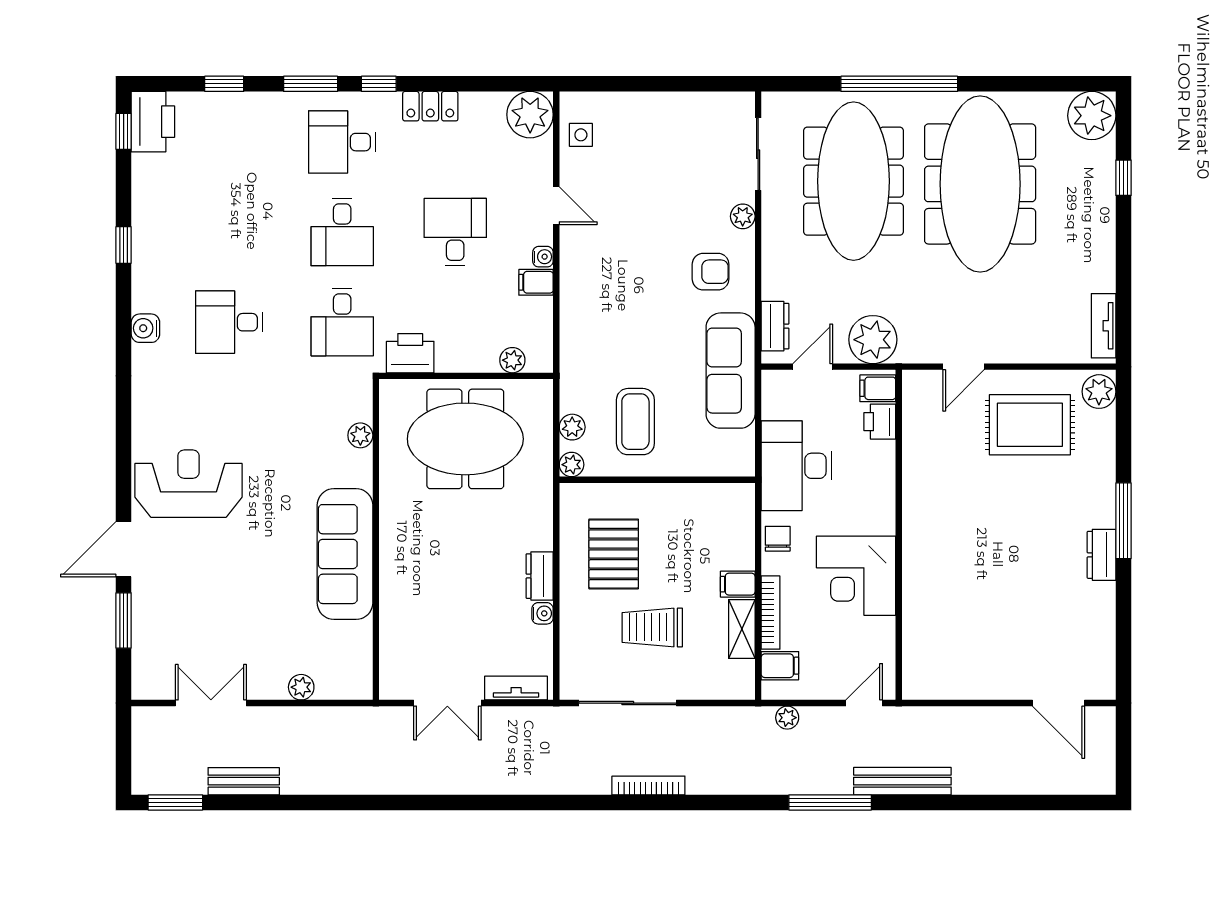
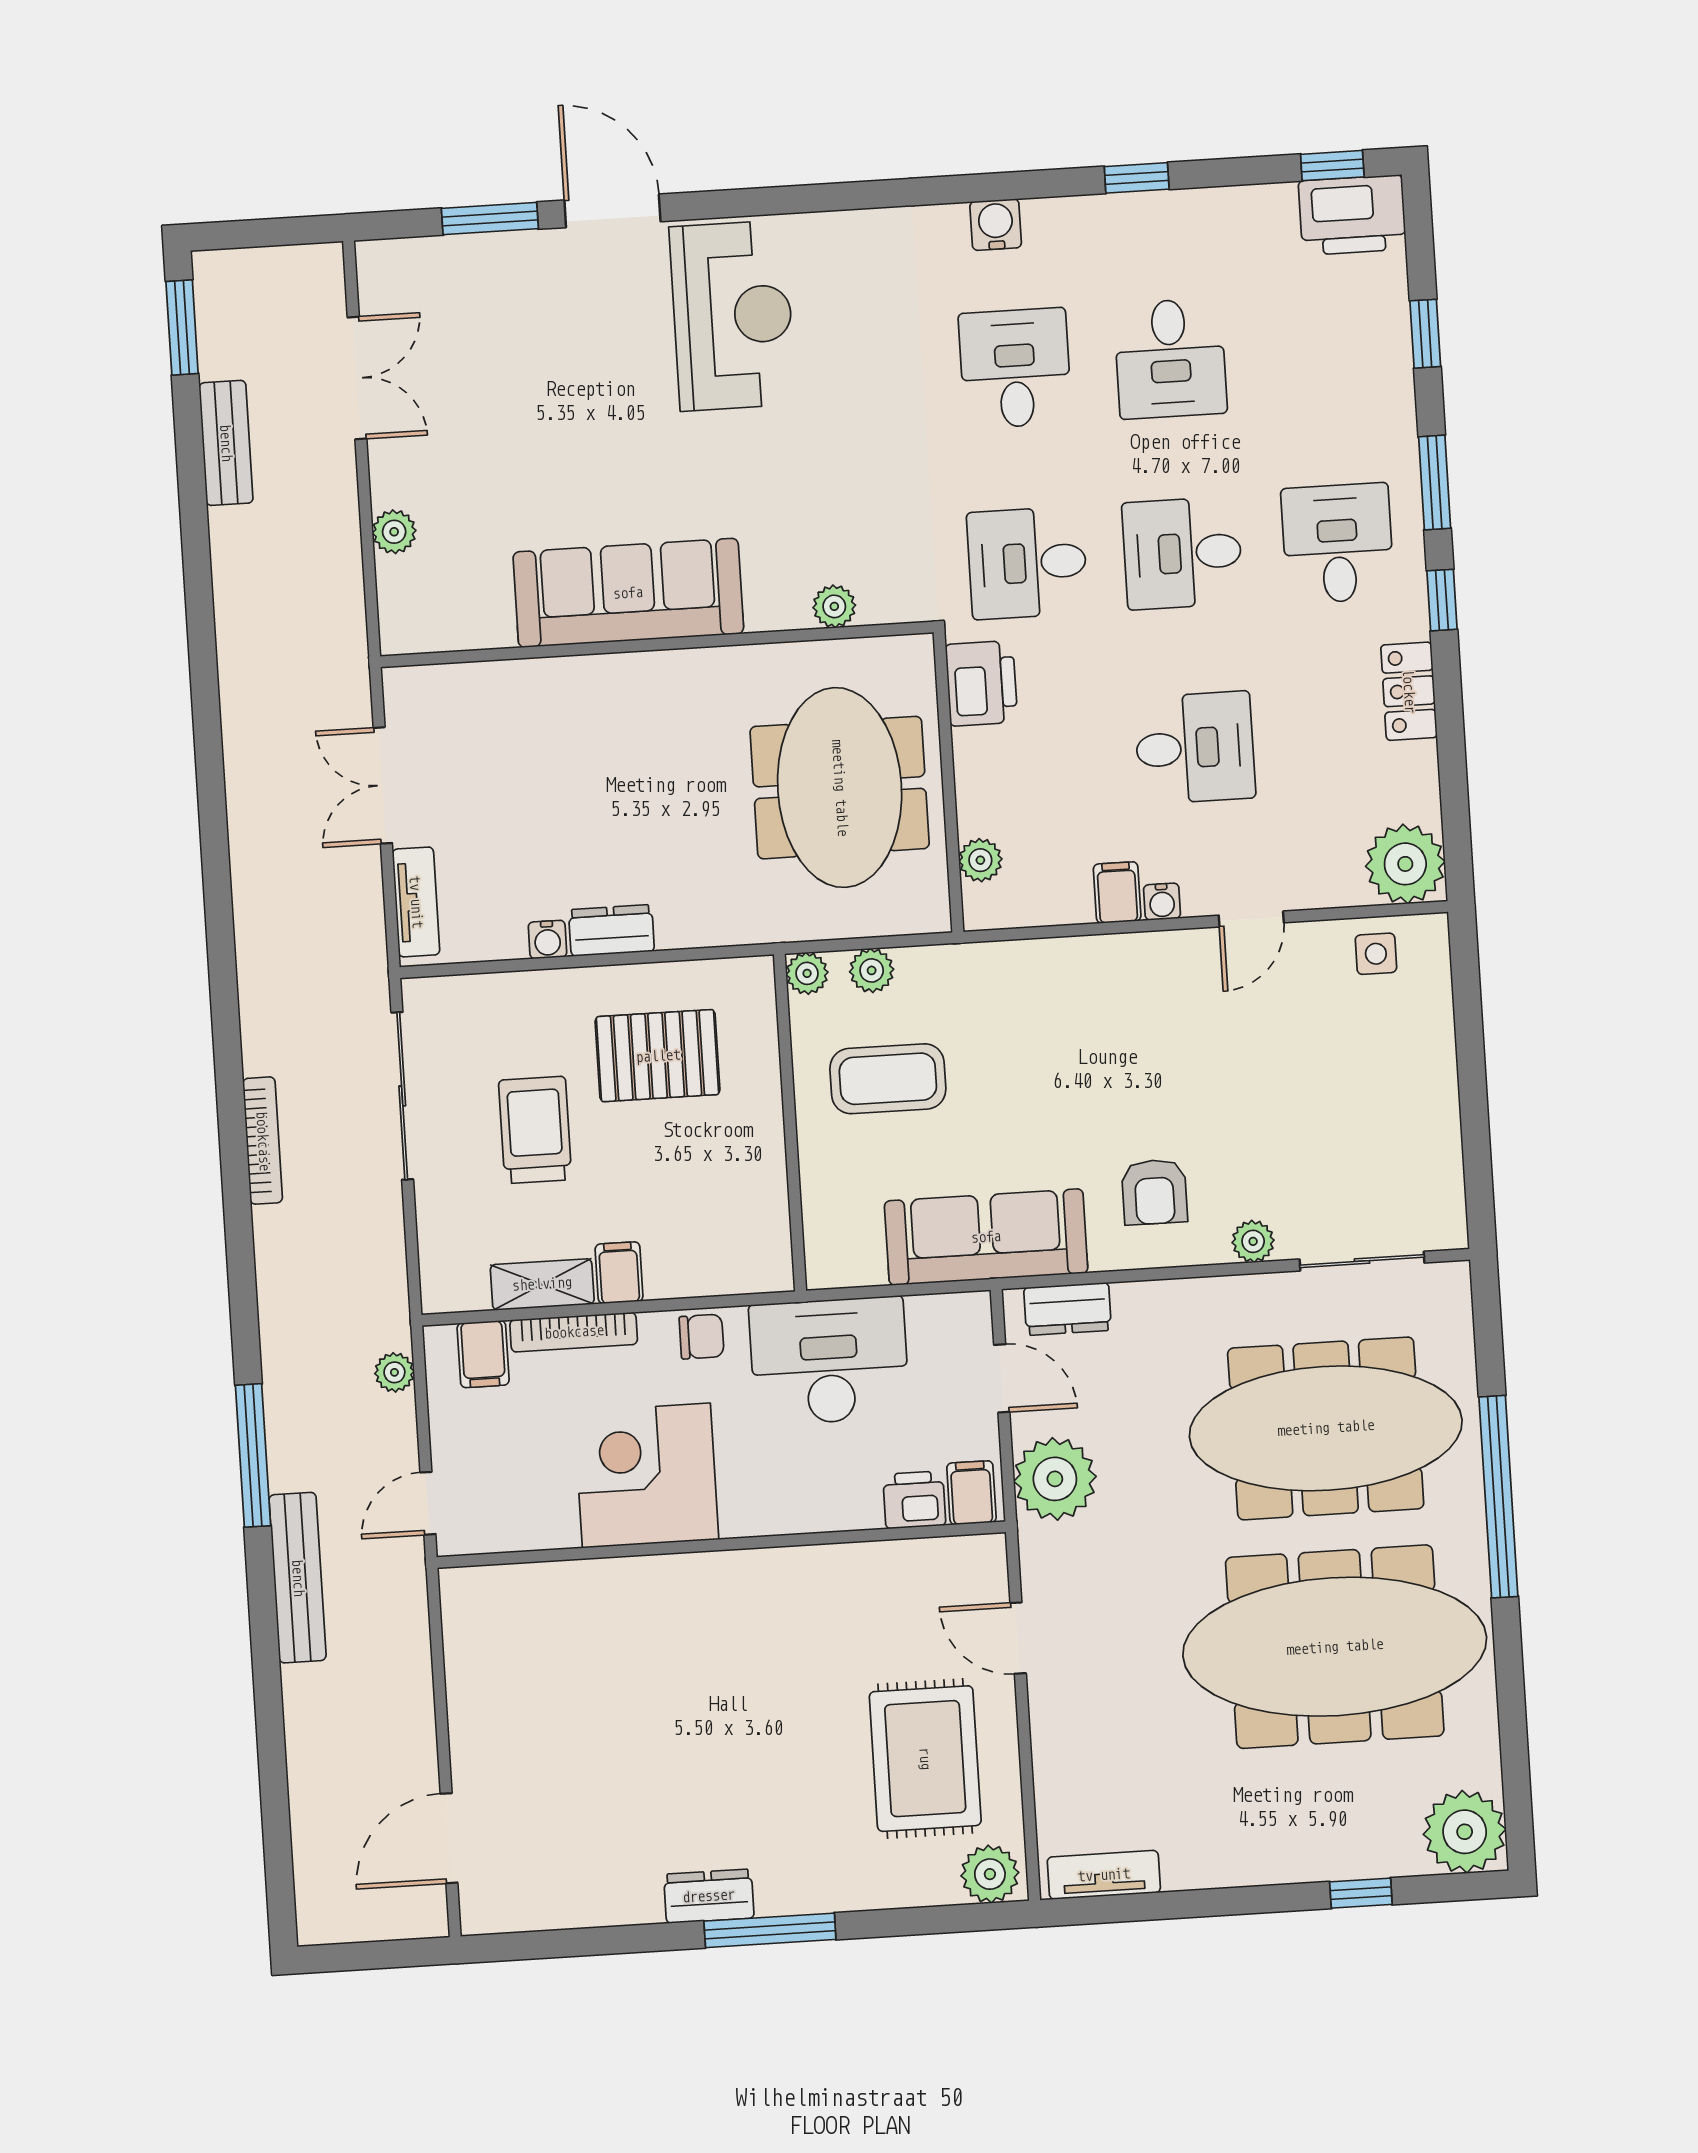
desk: (229, 232) -> (1170, 358), added
door: (864, 703) -> (428, 1503), swing flipped

